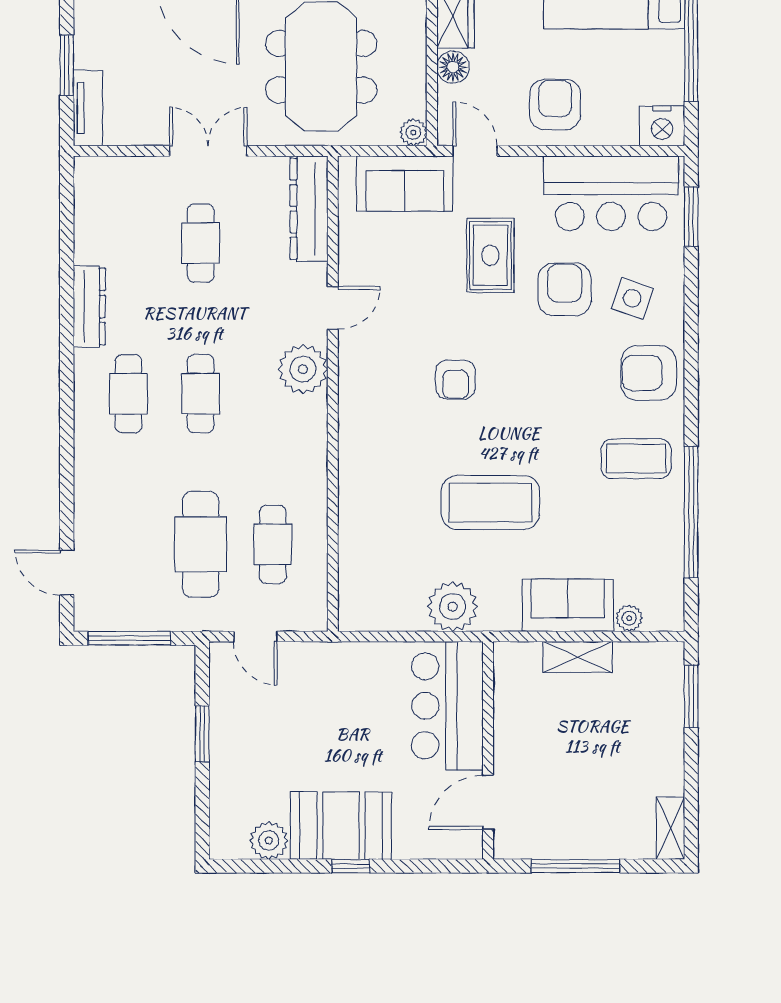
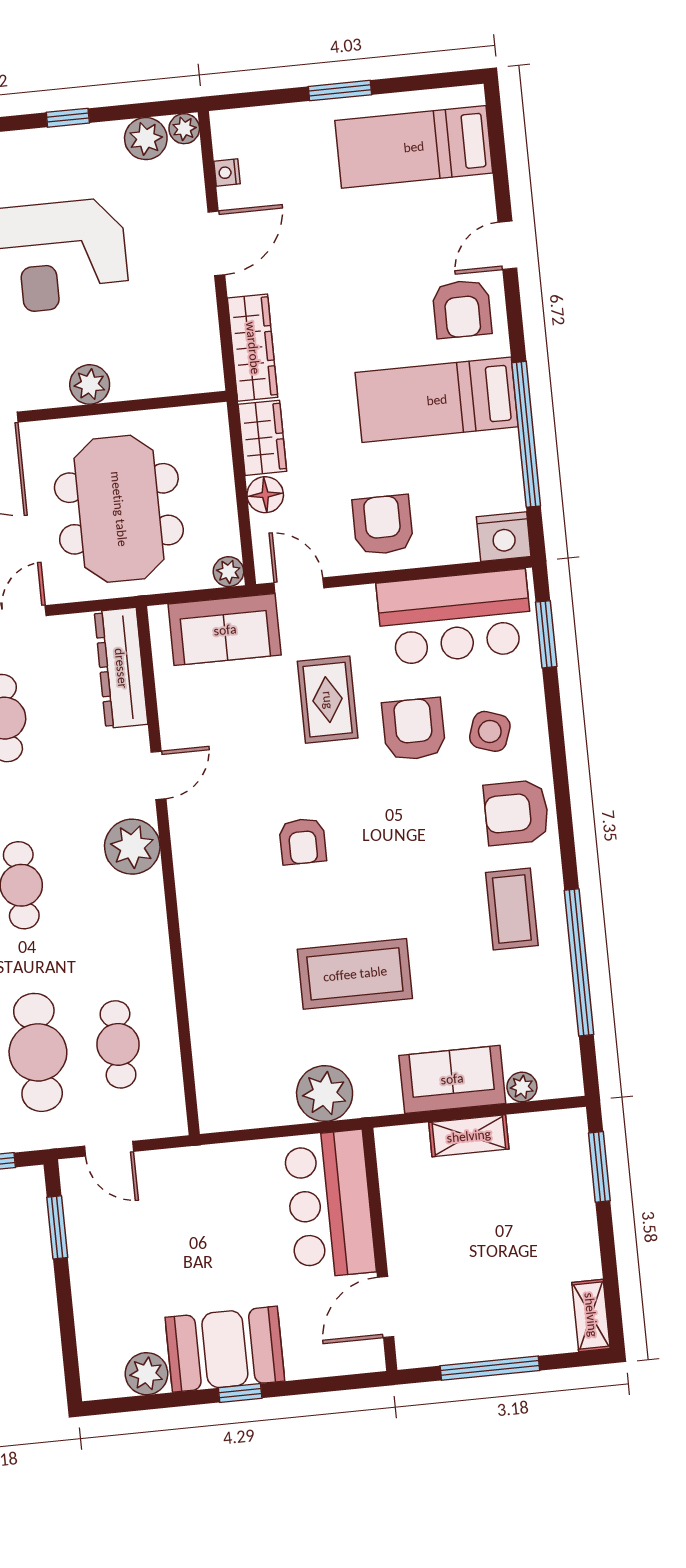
coffee table: (636, 459) -> (512, 909), turned 90
window: (202, 734) -> (57, 1227), moved

